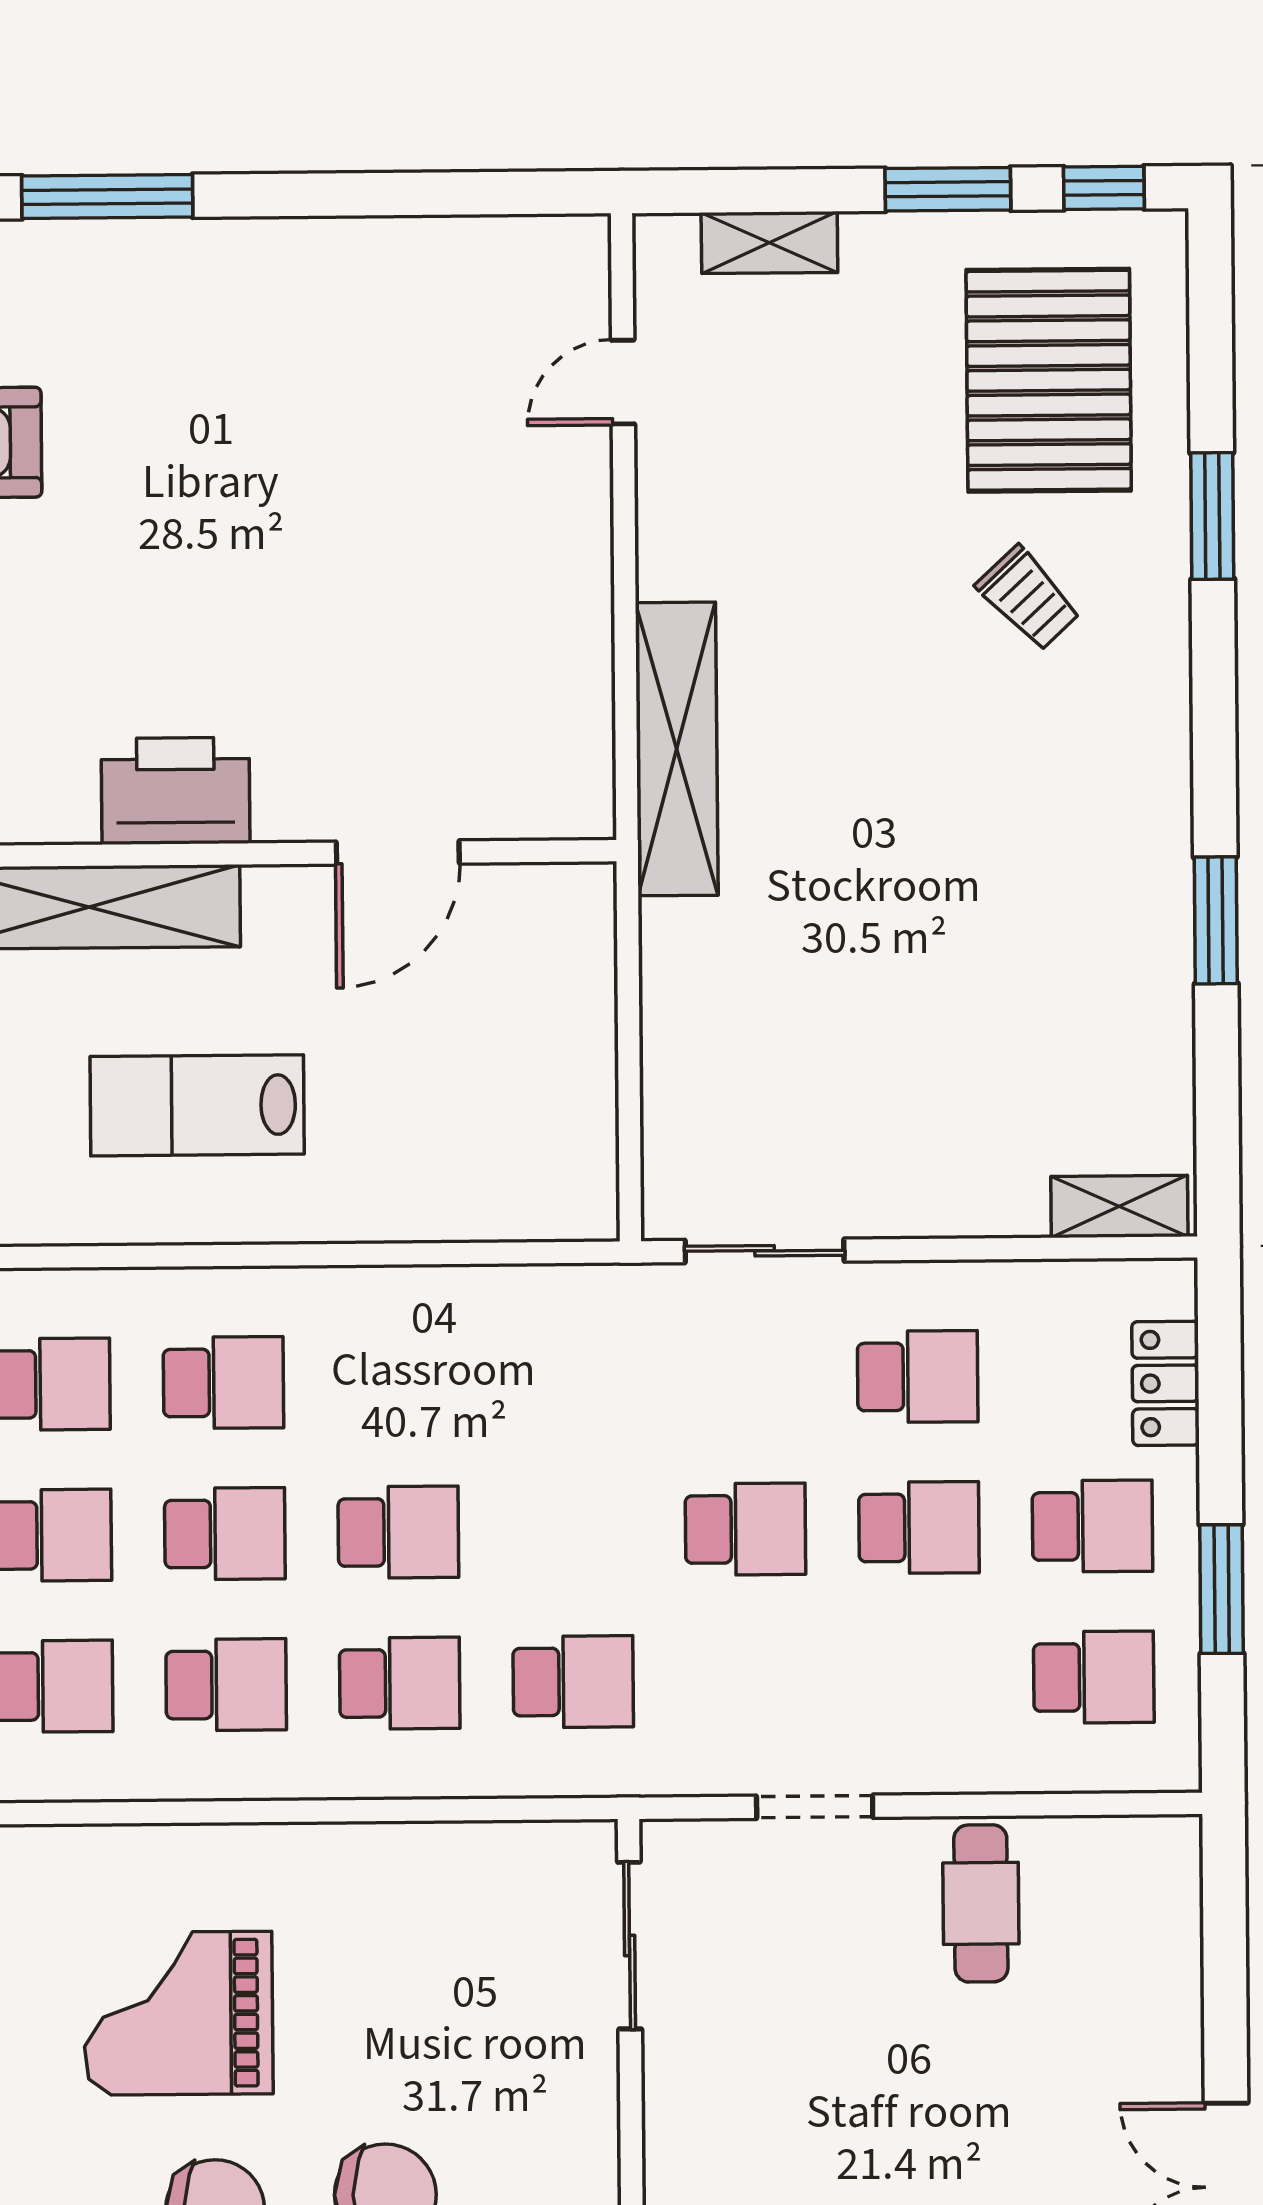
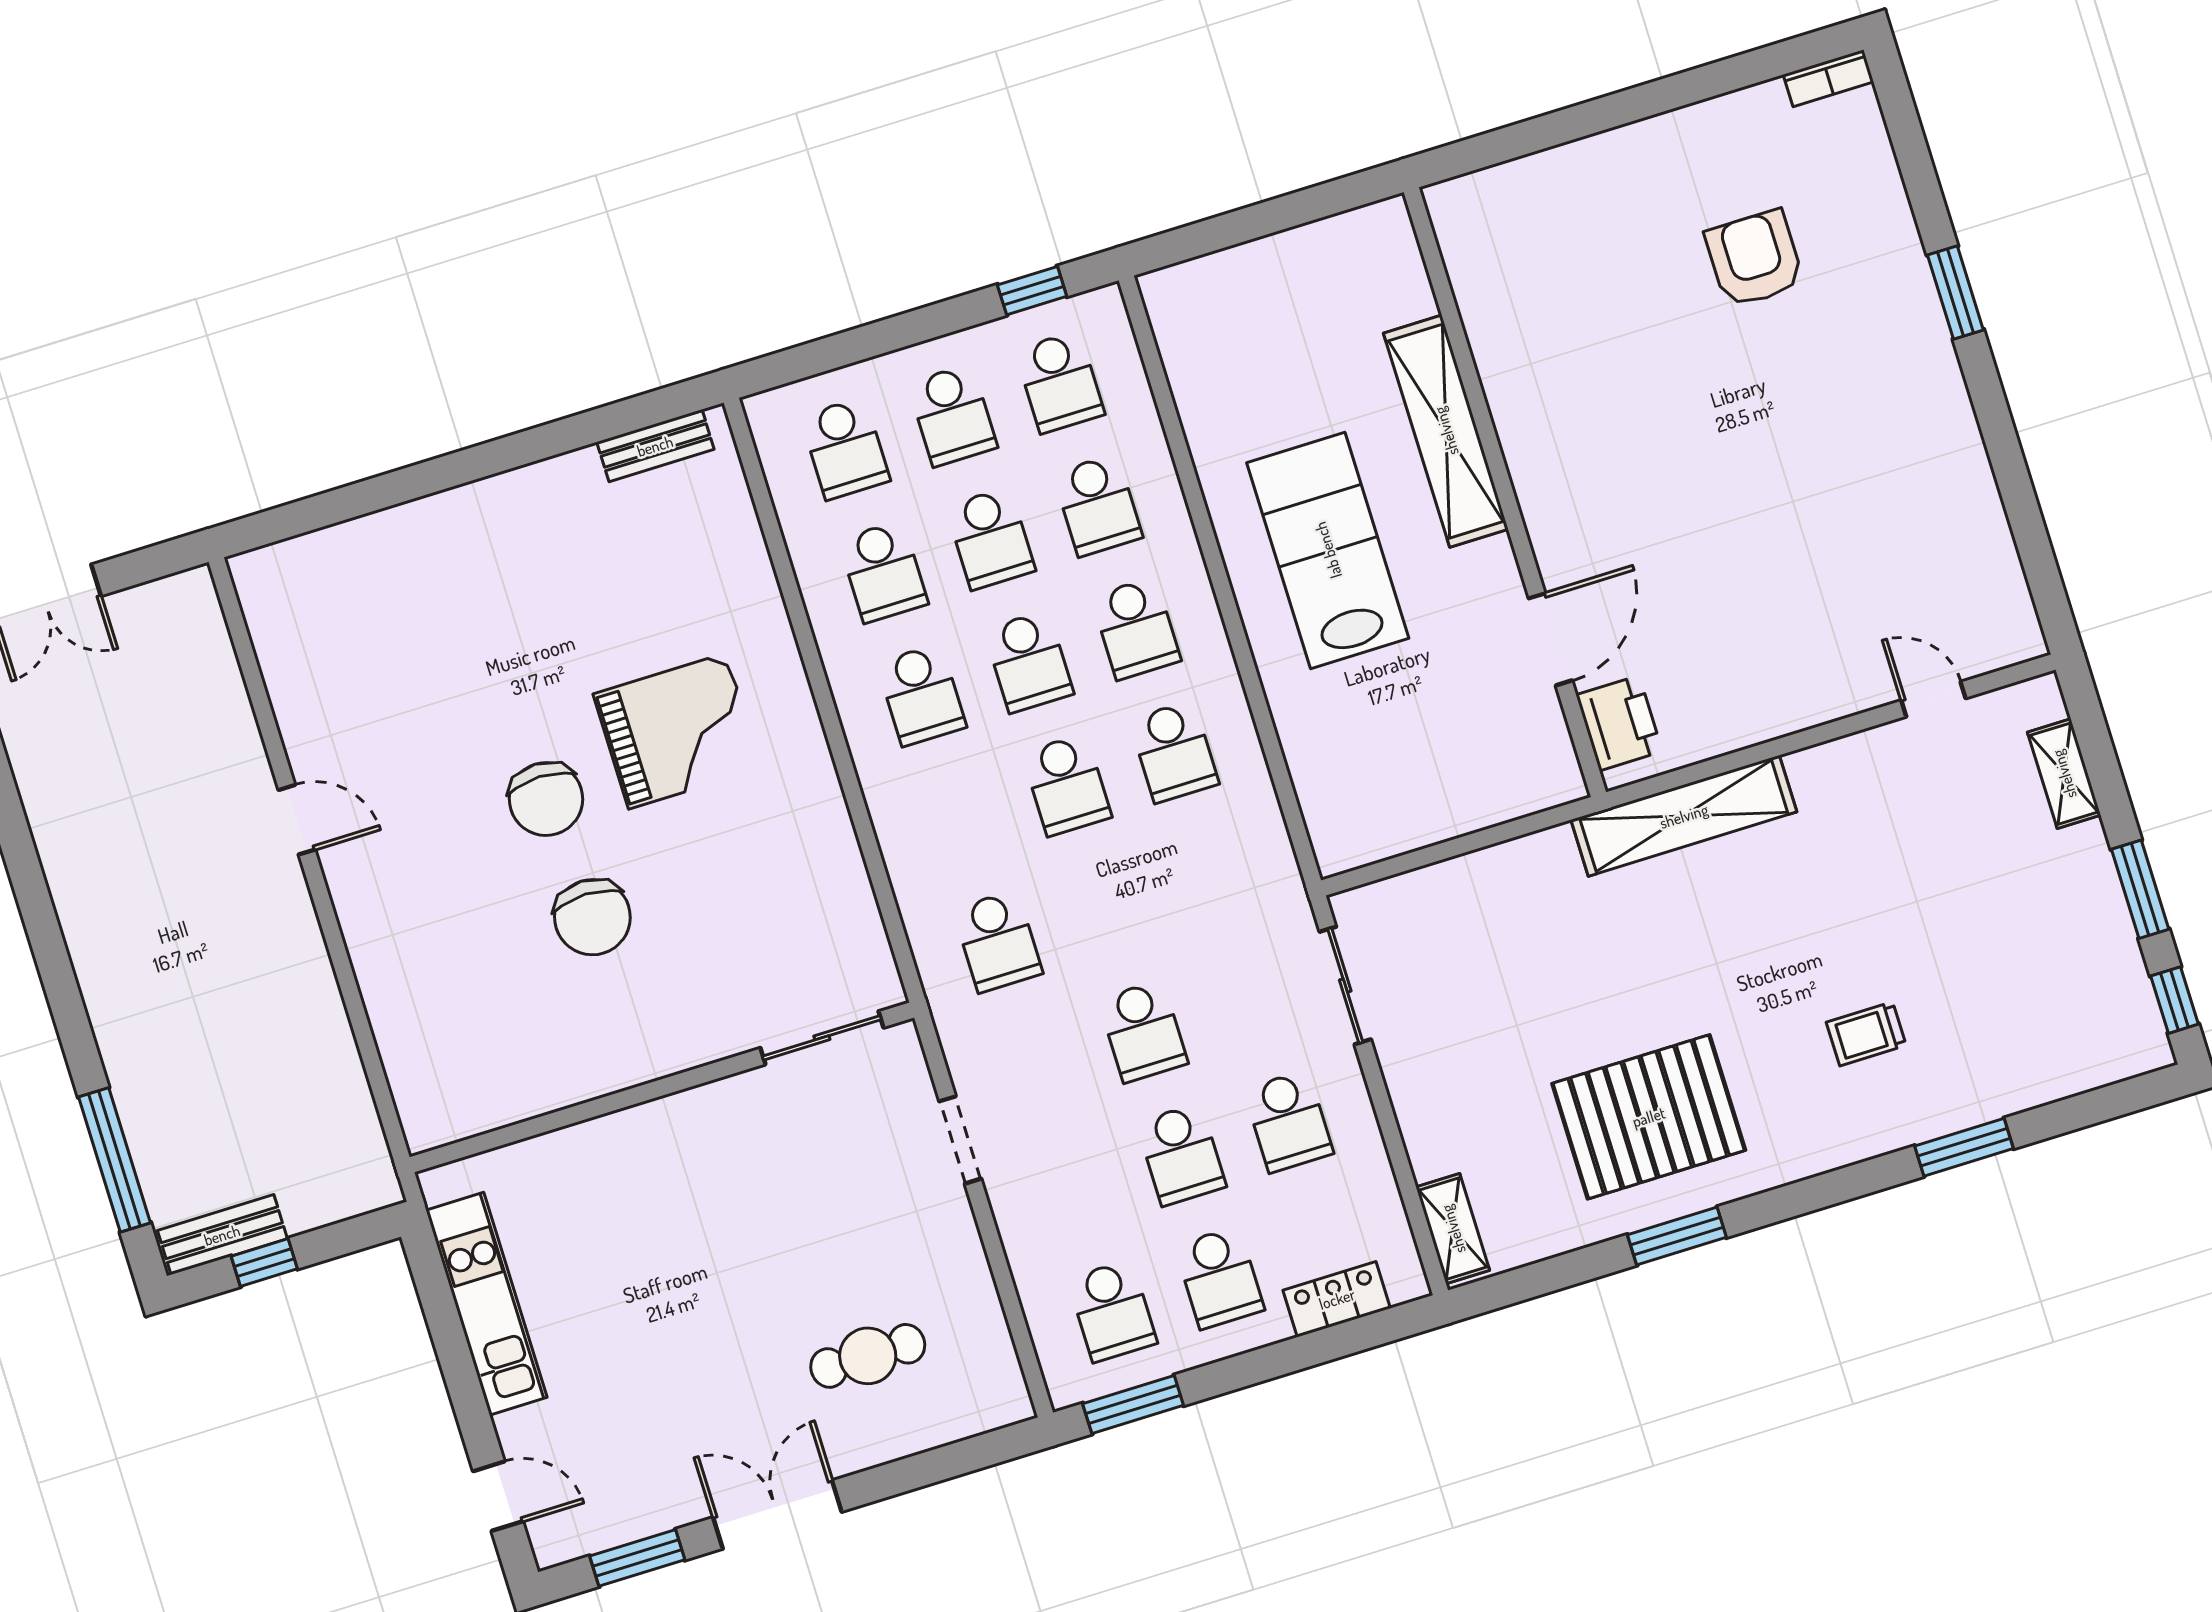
window: (107, 197) -> (1955, 292), width x0.69
pallet: (1049, 380) -> (1649, 1117), moved
trolley: (1028, 598) -> (1866, 1034), turned 43
printer: (176, 791) -> (1619, 723), moved, width x0.73, depth x0.84
door: (398, 853) -> (1550, 639), swing flipped
lab bench: (197, 1105) -> (1328, 550), width x1.36, depth x1.39
window: (1222, 1589) -> (1133, 1404), moved
school desk: (400, 1683) -> (1174, 752), moved
cafe table: (981, 1903) -> (868, 1356), moved
grand piano: (178, 2013) -> (677, 731), turned 90

